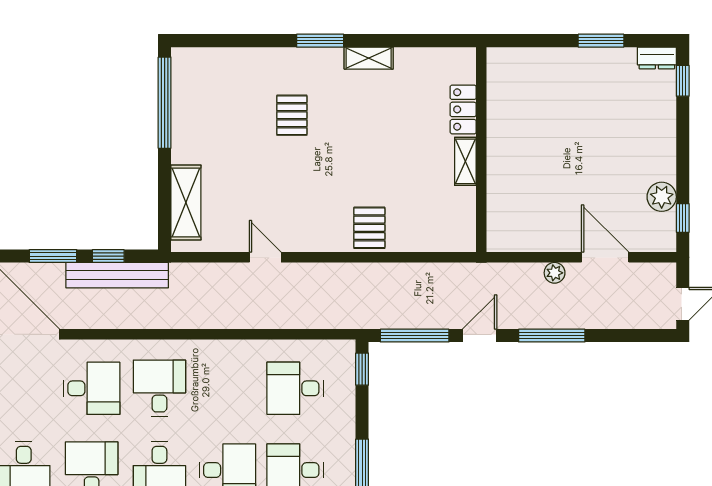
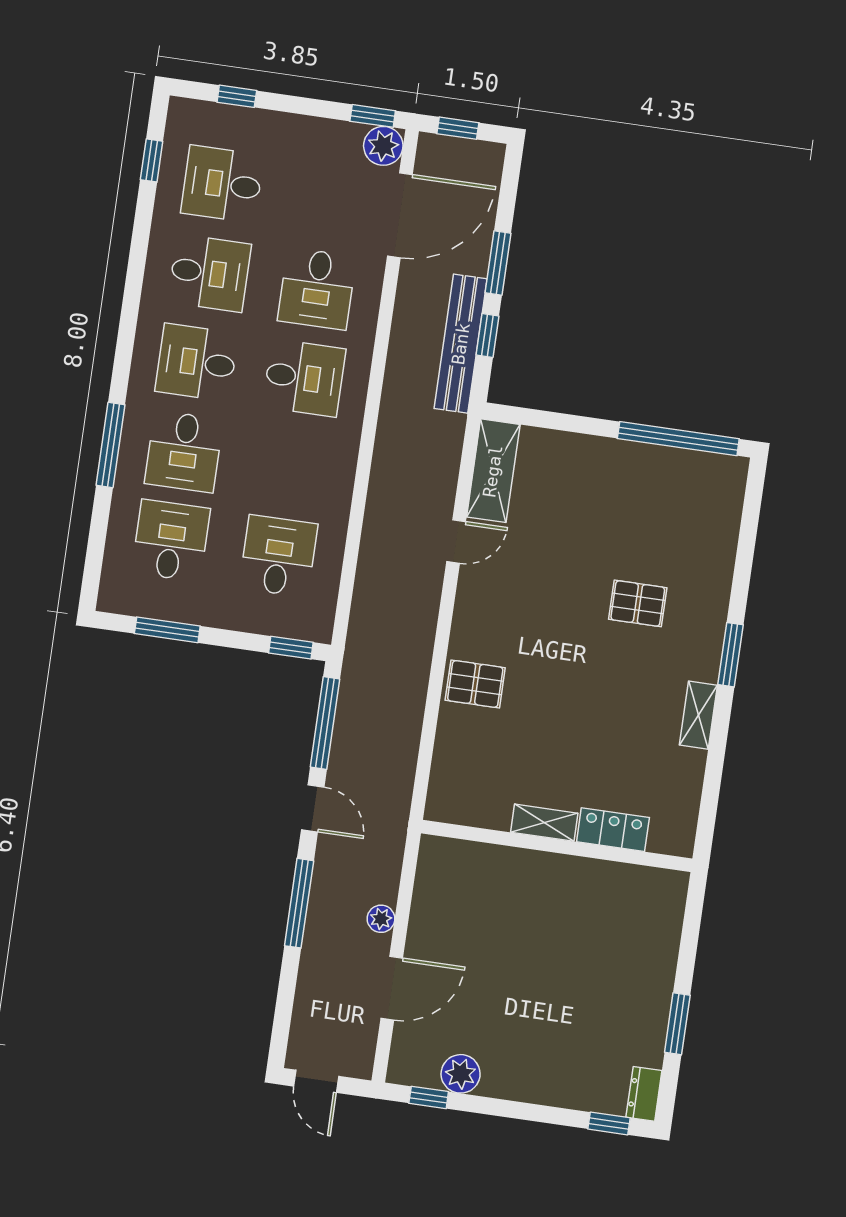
shelving: (186, 202) -> (493, 471), moved, turned 90

